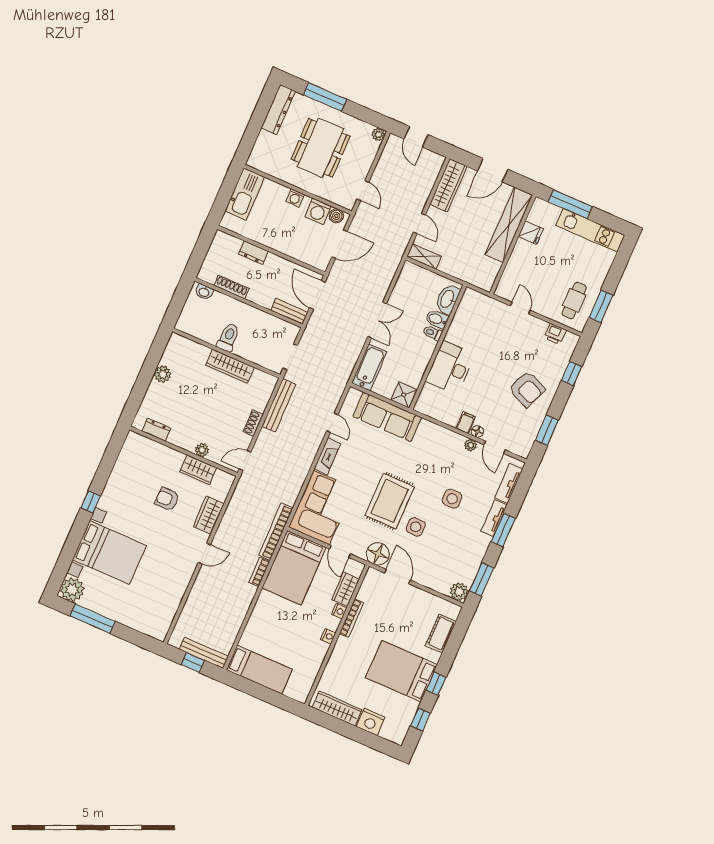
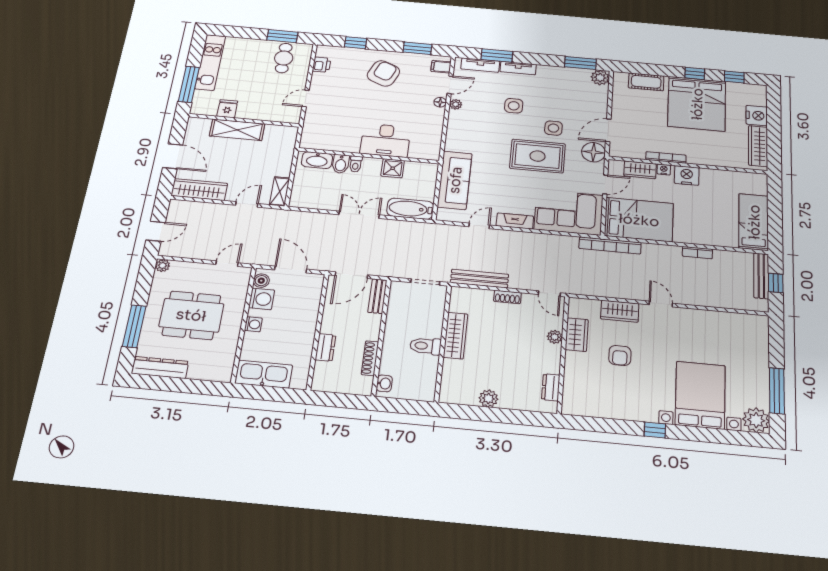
shelving: (509, 225) -> (237, 130), width x0.68
cafe table: (574, 300) -> (284, 58), turned 90
shower: (404, 395) -> (393, 168), moved
filing cabinet: (466, 423) -> (441, 67), moved
window: (503, 530) -> (497, 55), moved
bookcase: (259, 572) -> (697, 253), moved
nightstand: (328, 636) -> (687, 175), width x1.89, depth x1.79
bed: (401, 671) -> (697, 104), width x1.36

